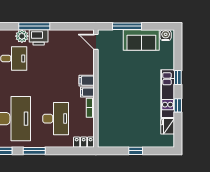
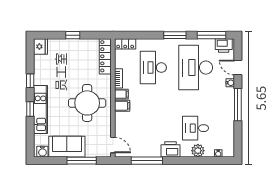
window: (34, 26) -> (147, 161), moved
plant: (22, 36) -> (198, 151), moved
round table: (121, 83) -> (87, 103), added
kitchen unit: (168, 94) -> (40, 109), moved
fridge: (168, 126) -> (40, 46), moved
locker: (103, 130) -> (105, 56), added

